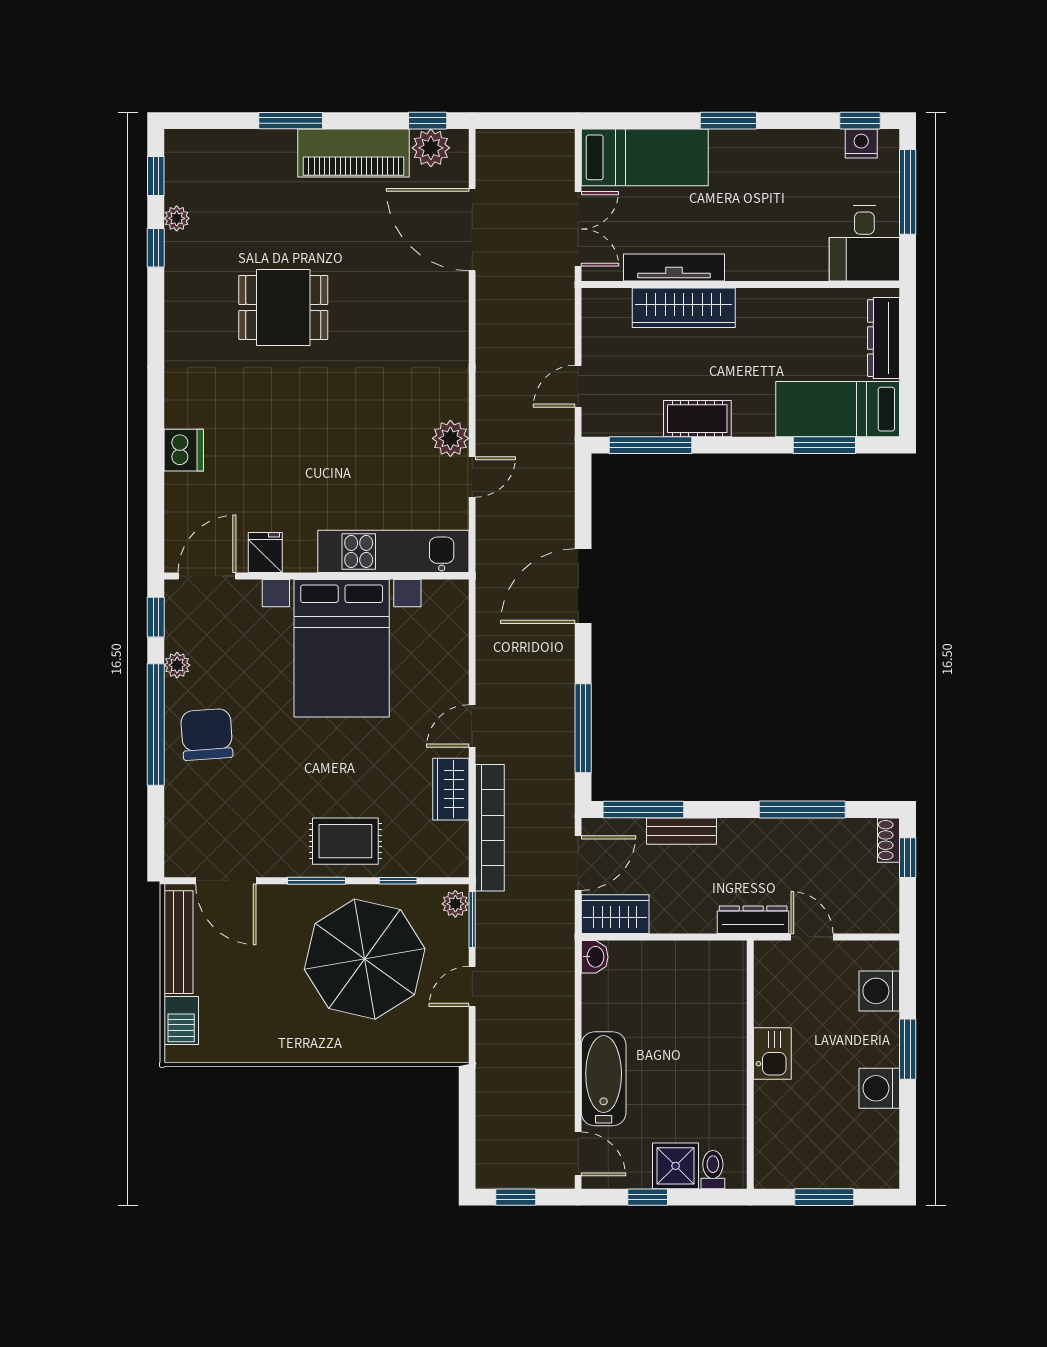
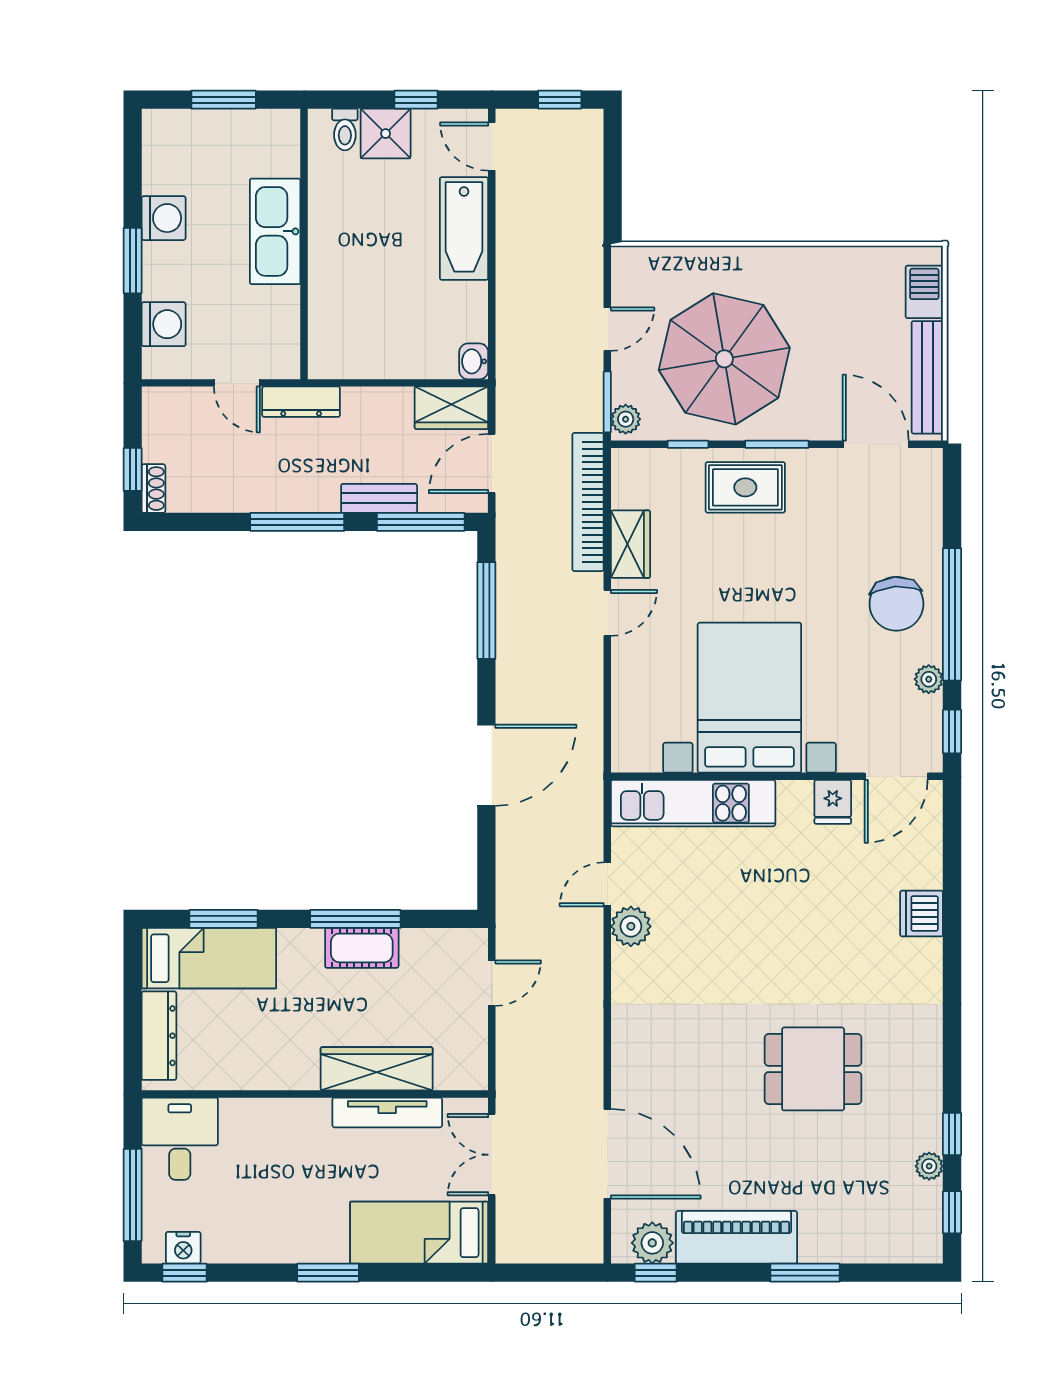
window: (650, 445) -> (355, 919), moved
window: (802, 810) -> (297, 522), moved
kitchen sink: (772, 1053) -> (275, 231), width x1.88, depth x1.24

